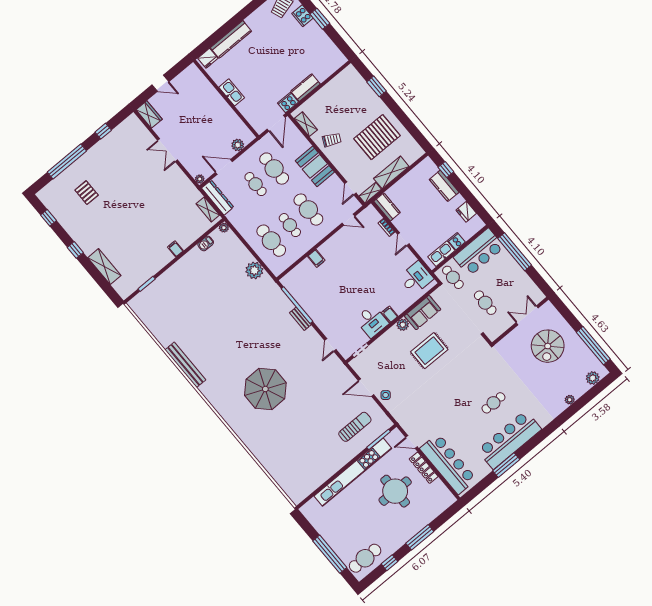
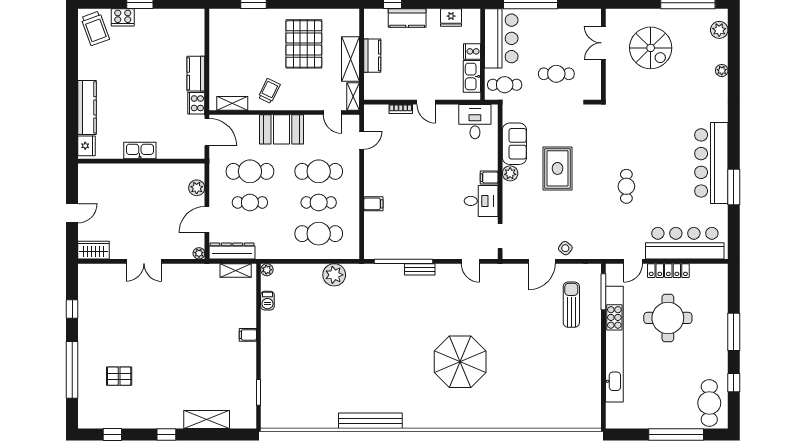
kitchen counter: (387, 207) -> (372, 56), moved, turned 90
cafe table: (493, 403) -> (626, 186), moved

